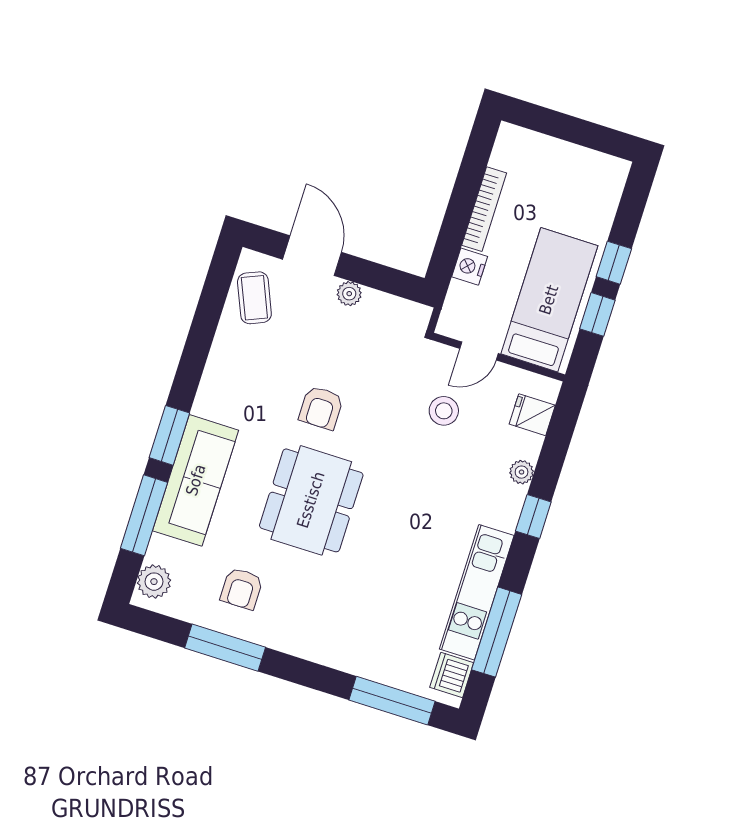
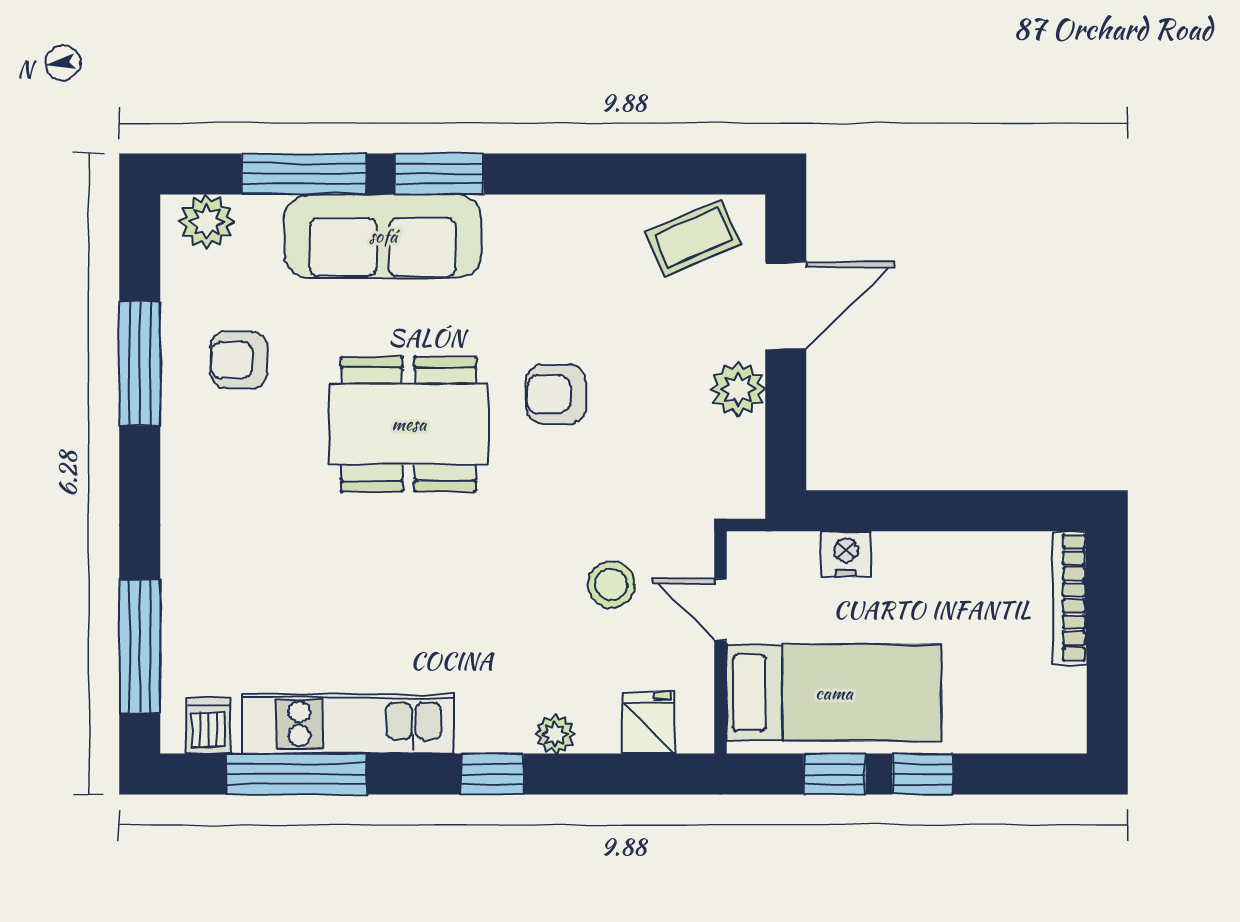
bookcase: (484, 209) -> (1070, 598), moved, turned 90
plant: (349, 294) -> (738, 389), width x1.38, depth x1.38
dishwasher: (452, 675) -> (208, 726), width x0.73

